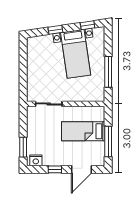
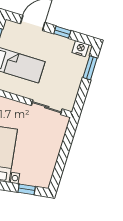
window: (55, 30) -> (27, 189), moved

